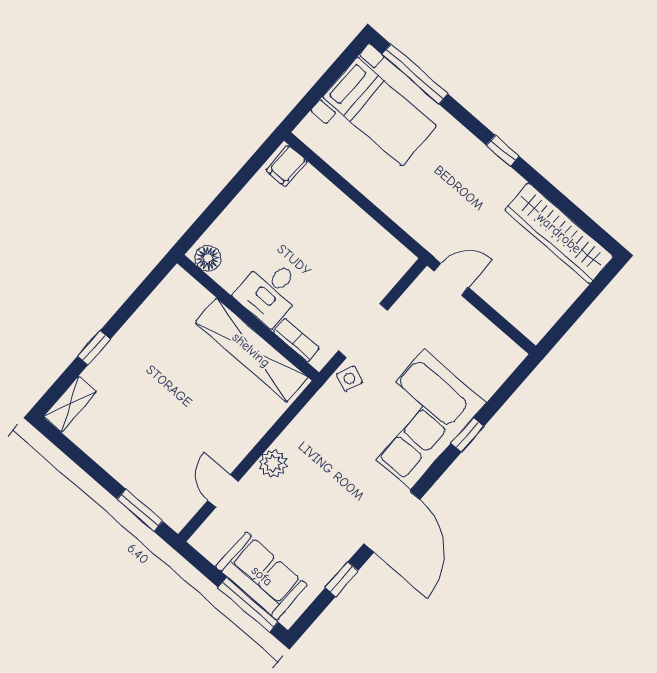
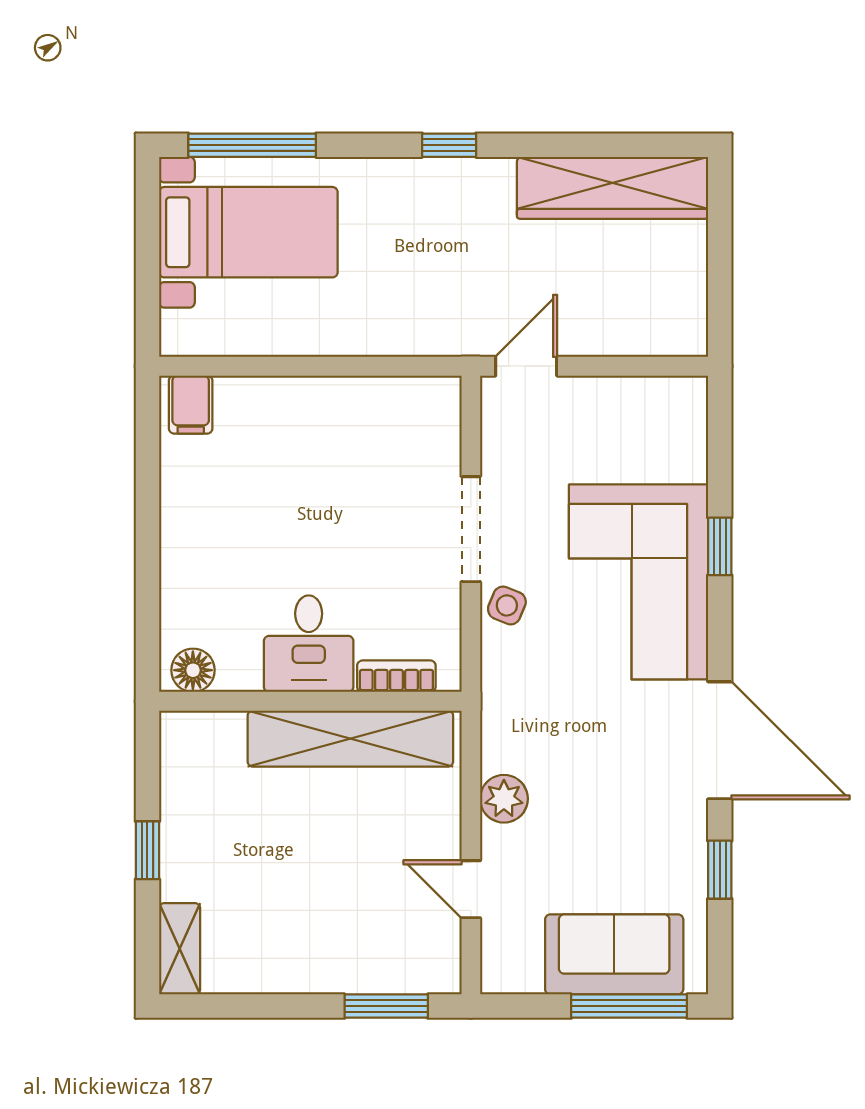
floor lamp: (208, 258) -> (193, 670), moved
desk: (270, 291) -> (309, 644), moved
wall: (248, 318) -> (310, 701), moved
bookcase: (296, 340) -> (396, 676), moved
shelving: (251, 350) -> (350, 739), moved

